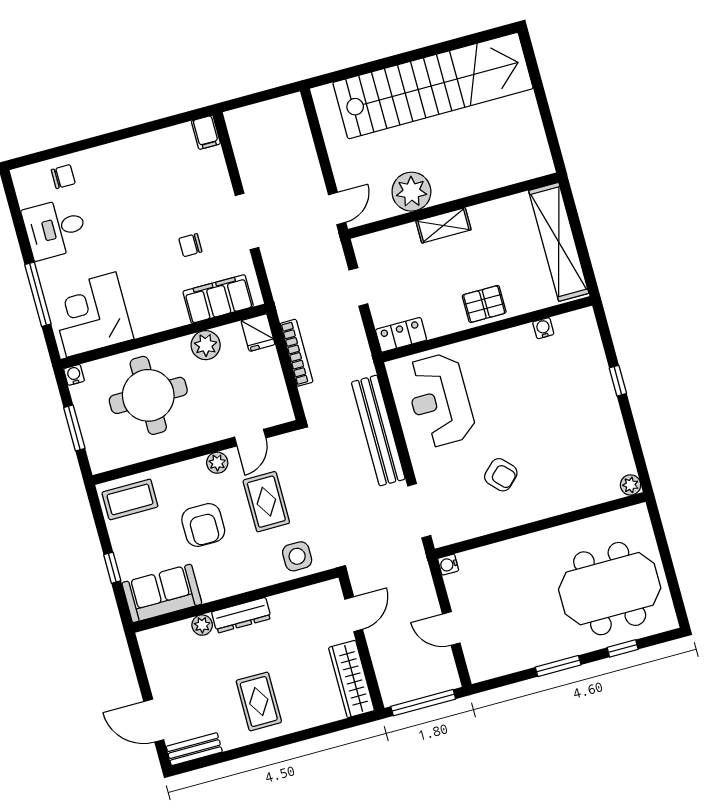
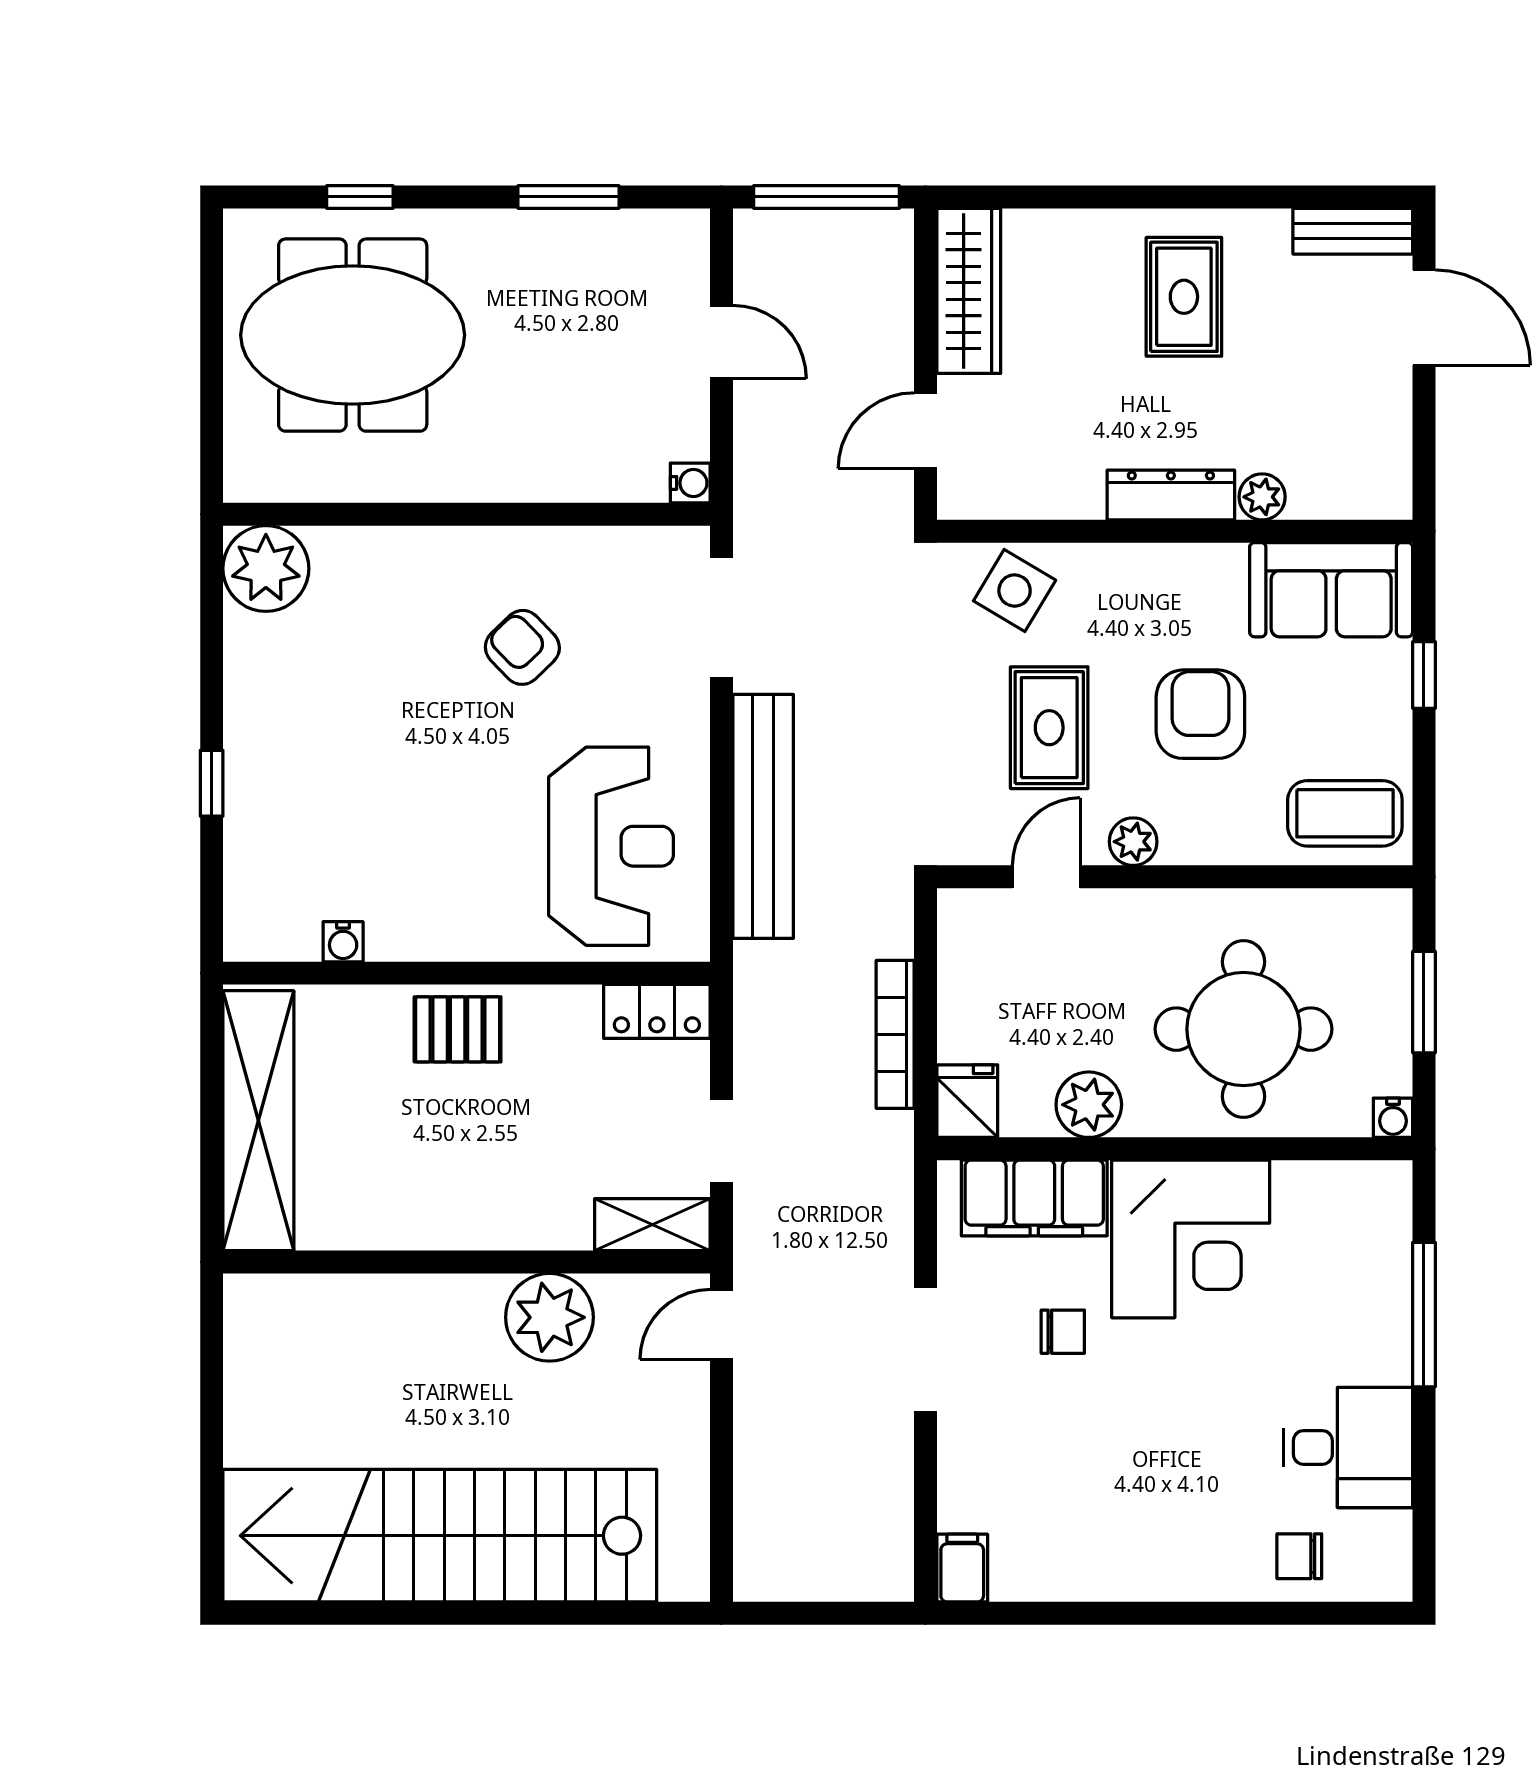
shelving: (443, 225) -> (652, 1225), moved
corner desk: (91, 315) -> (1191, 1239), moved
plant: (631, 485) -> (266, 569), width x1.87, depth x1.87
side table: (297, 556) -> (1015, 591), turned 31
window: (558, 666) -> (569, 197), moved

